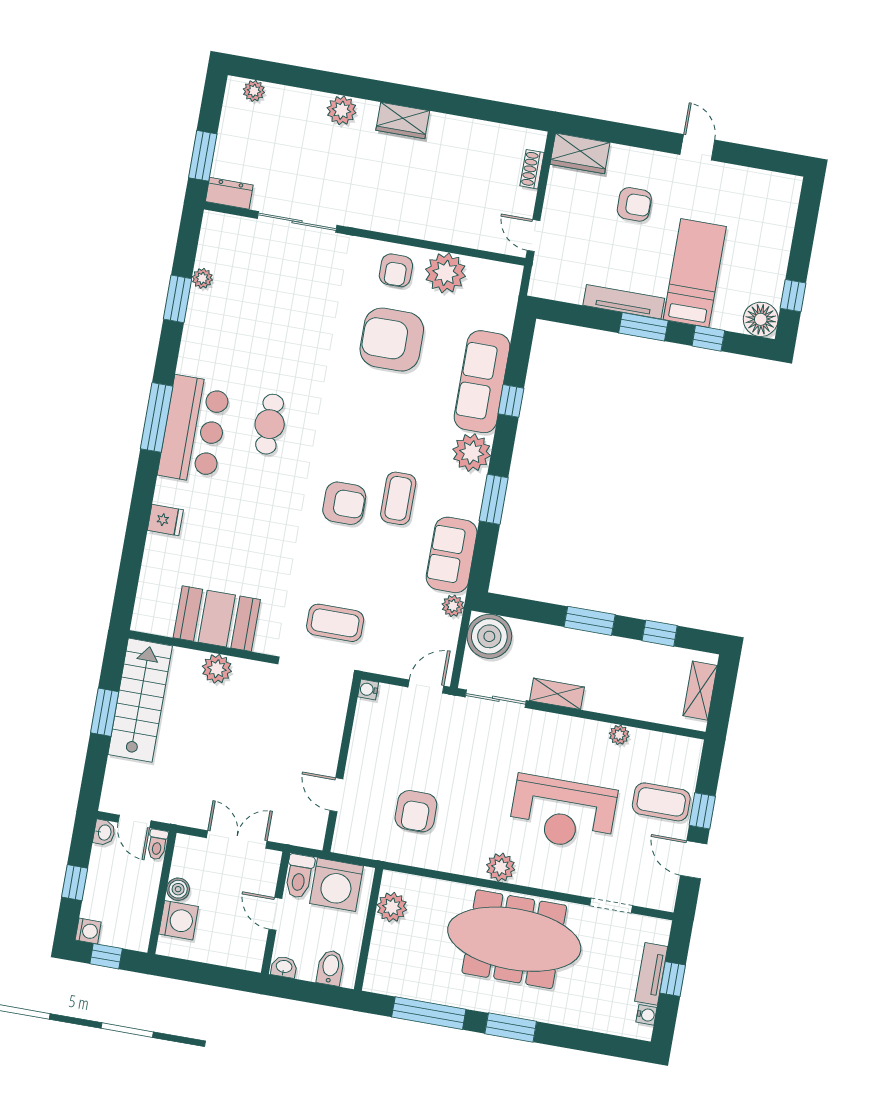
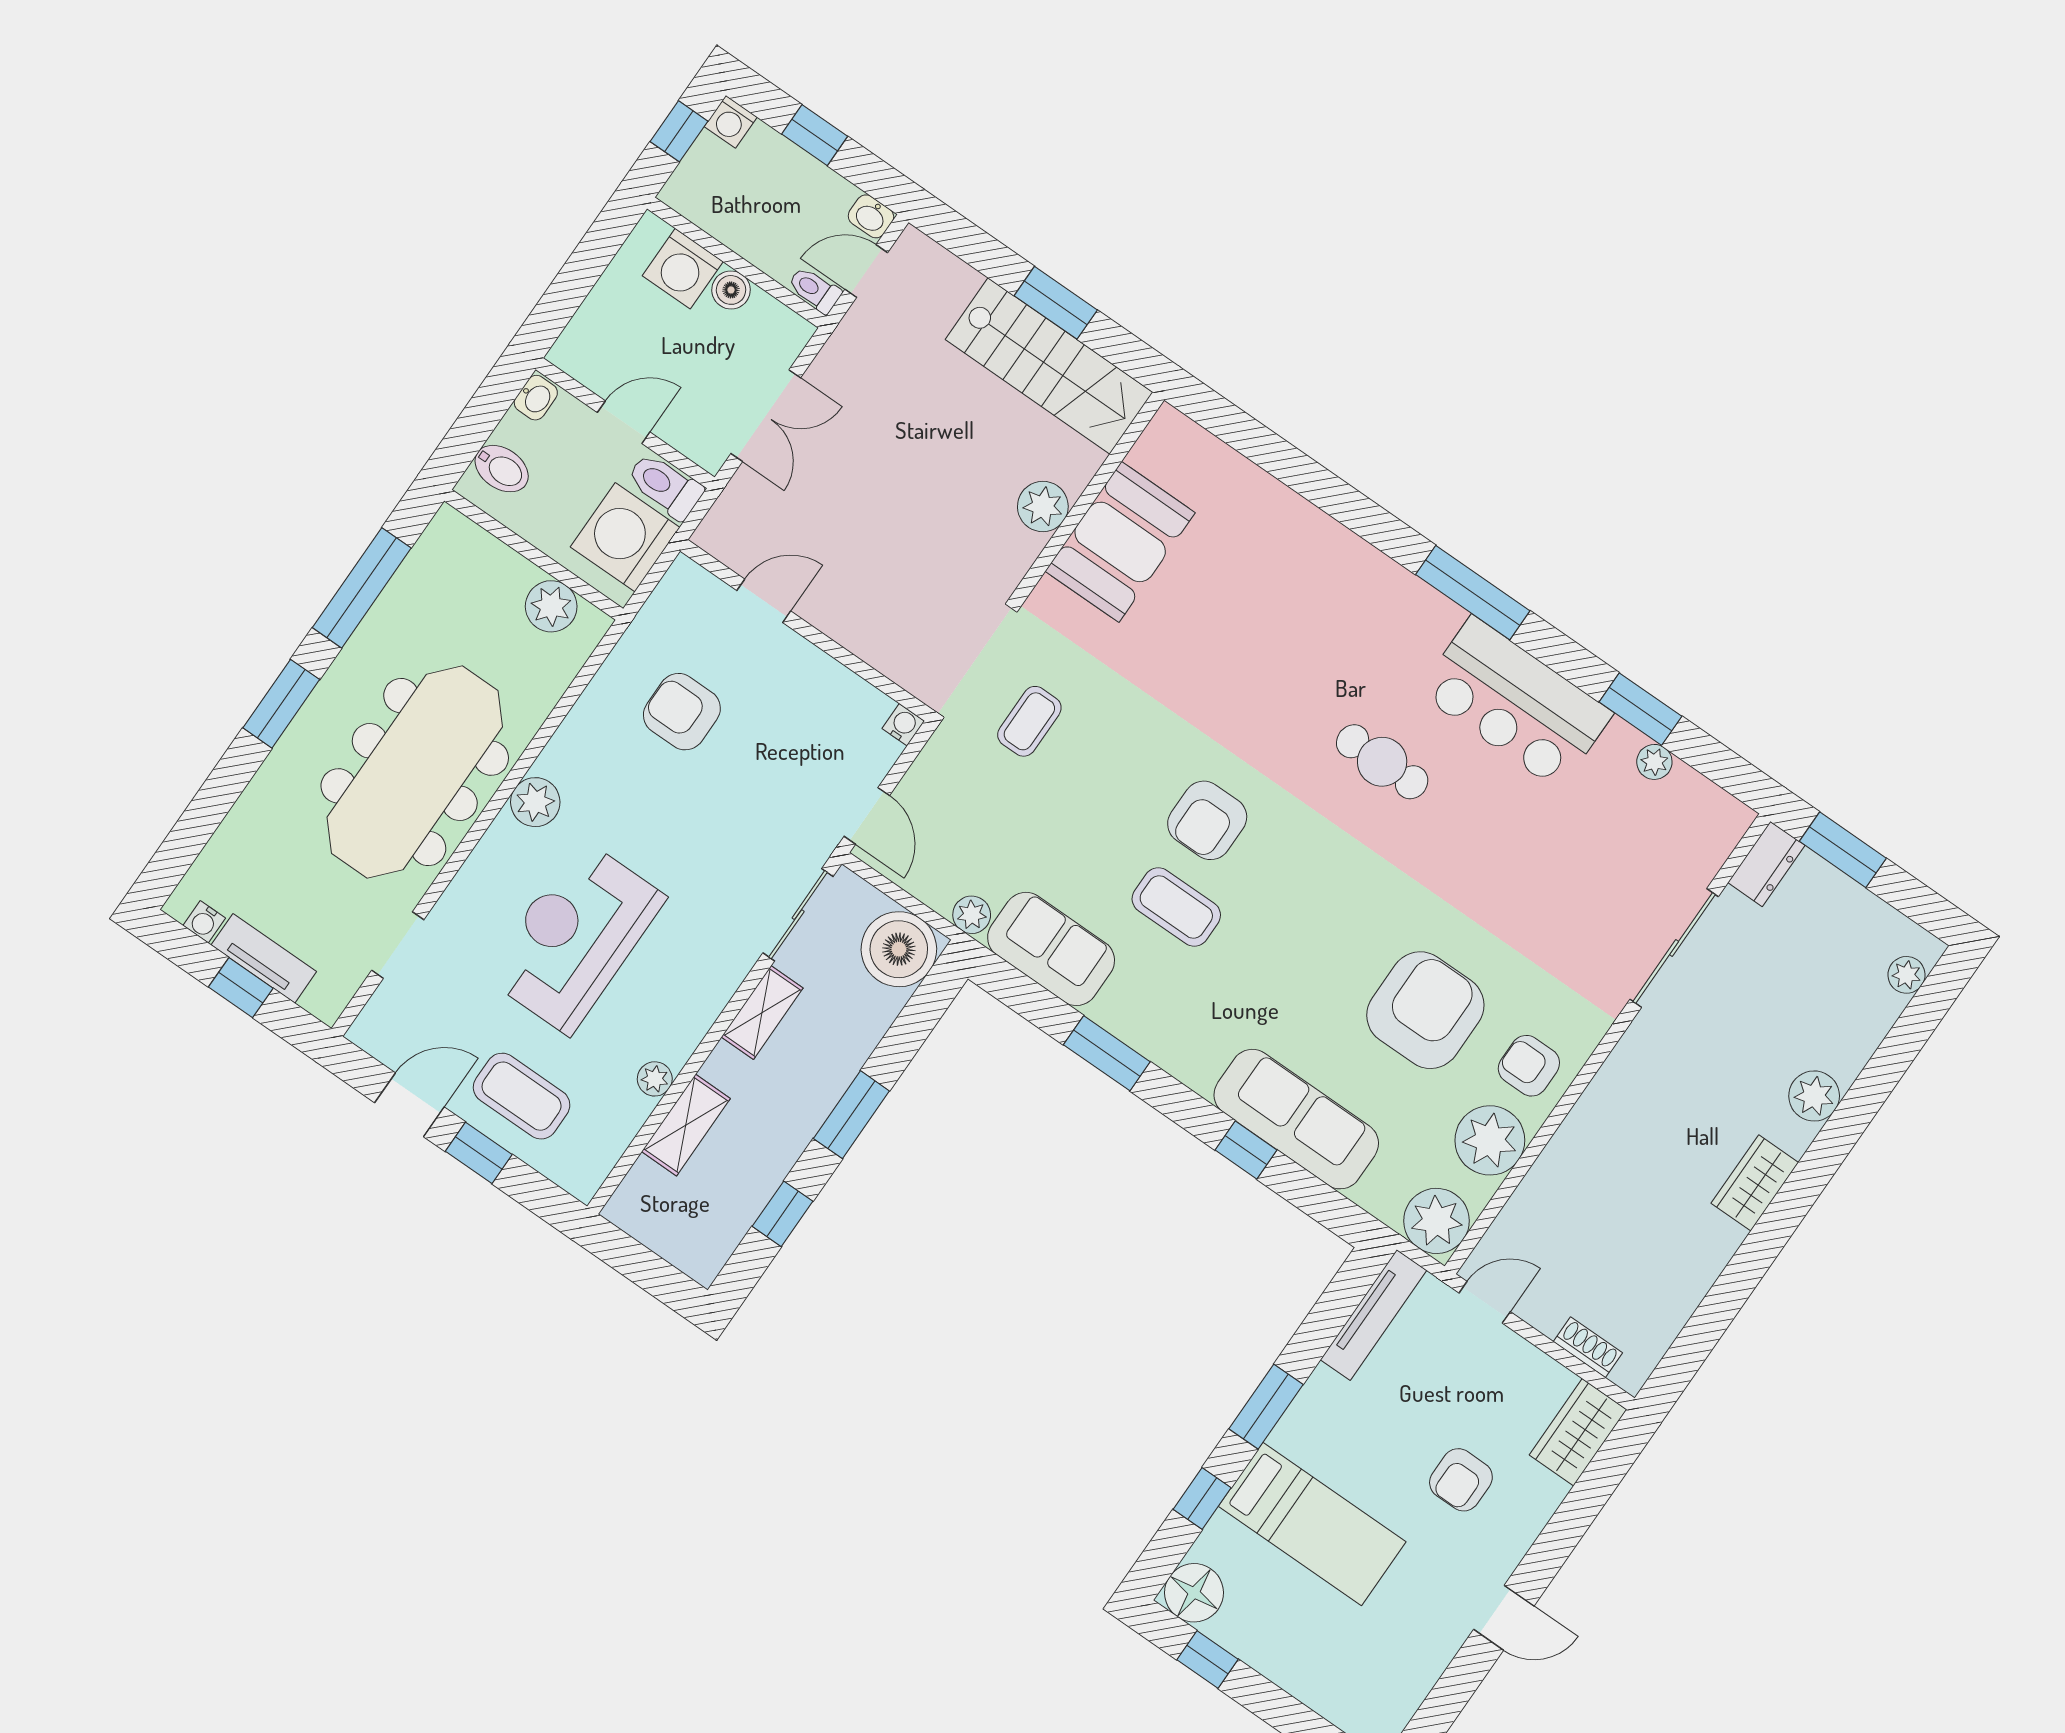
tv unit: (624, 302) -> (1373, 1315), moved
bar counter: (194, 430) -> (1515, 703), moved
plant: (472, 453) -> (1436, 1221), moved
fridge: (165, 520) -> (1309, 533), removed
coffee table: (335, 623) -> (1029, 721), width x0.73, depth x0.77
shelving: (700, 691) -> (686, 1125), moved, turned 90
coffee table: (661, 802) -> (522, 1096), turned 90

